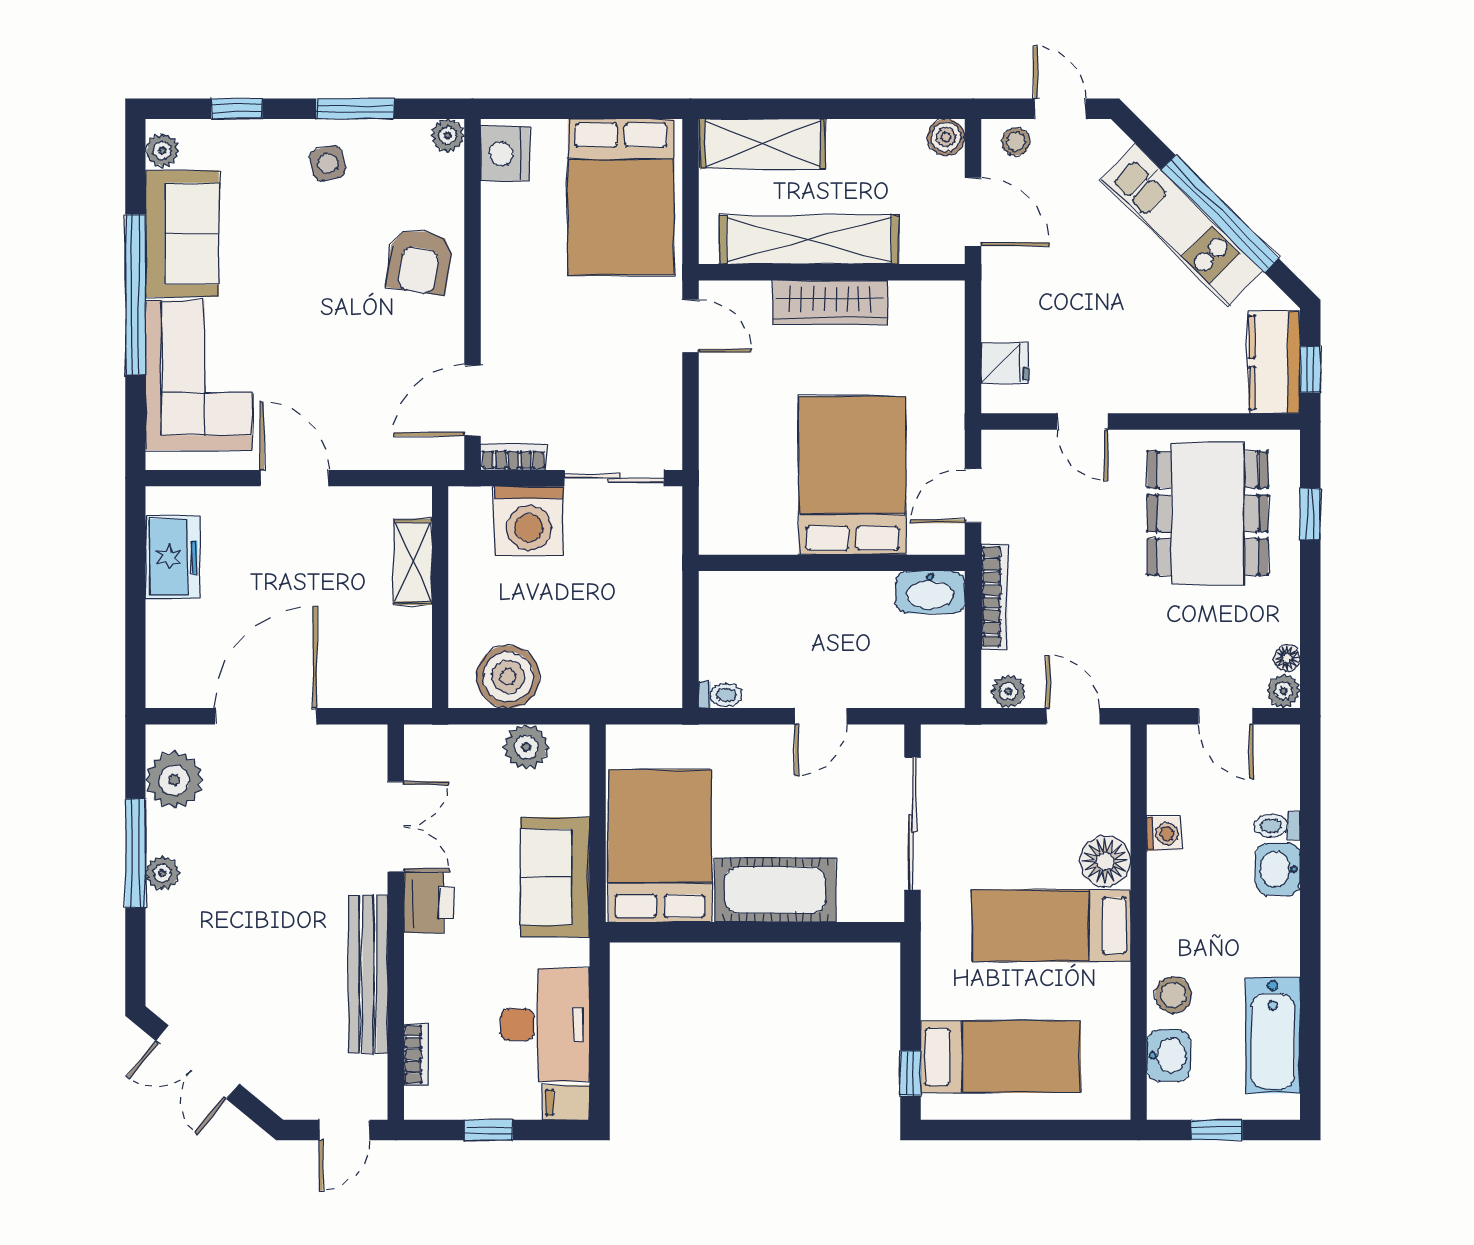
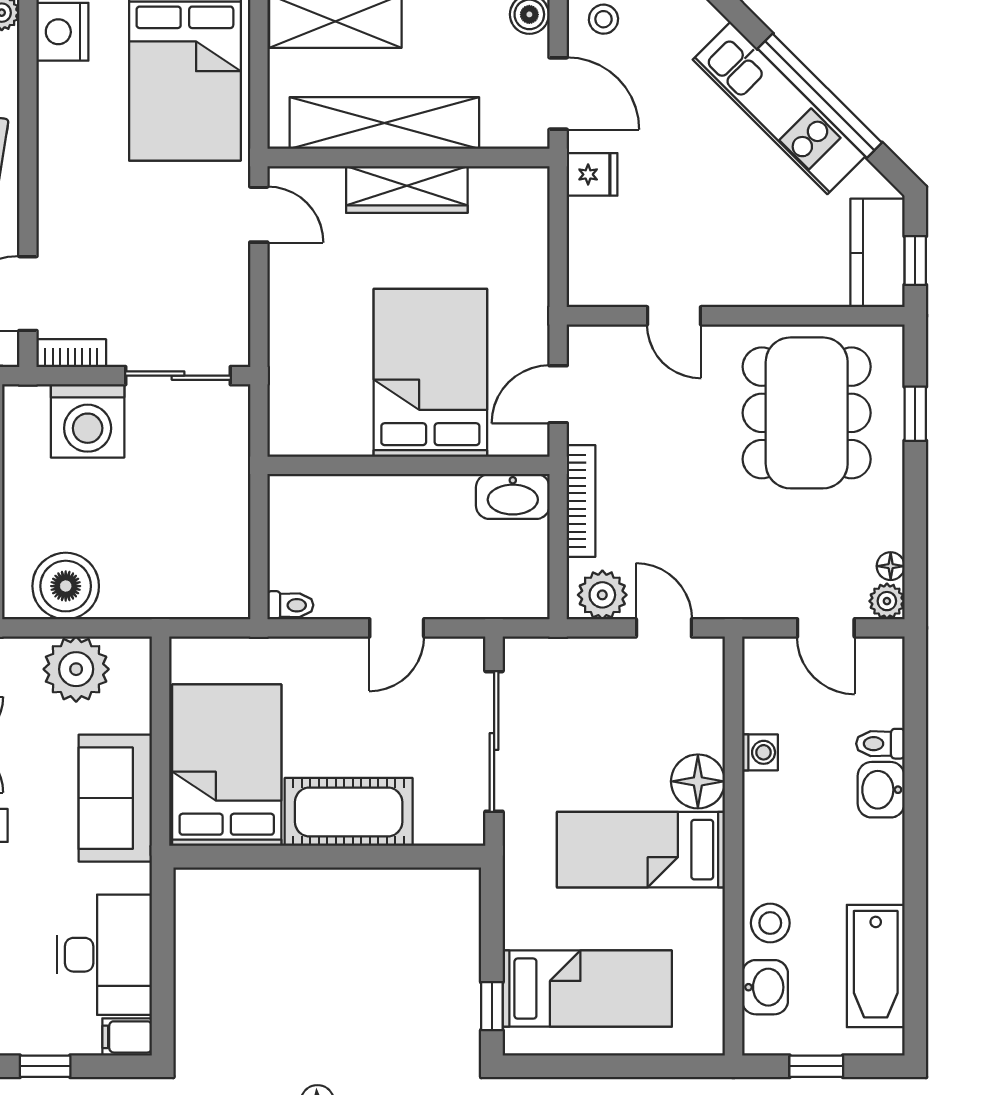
fridge: (1005, 363) -> (592, 174), moved
plant: (1008, 691) -> (602, 595), width x1.38, depth x1.38
plant: (526, 747) -> (76, 669), width x1.36, depth x1.36

